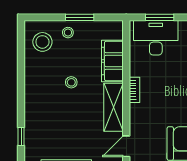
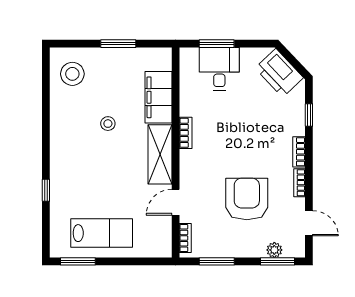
stool: (68, 33) -> (104, 62), removed
desk: (156, 38) -> (219, 69), width x0.73

